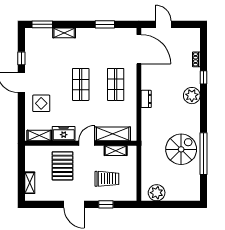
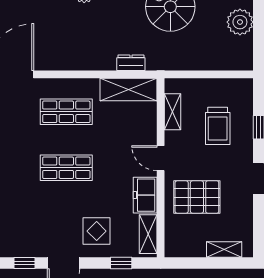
dresser: (146, 99) -> (131, 63), moved
window: (21, 119) -> (121, 263), added
shelving: (113, 134) -> (129, 89), moved, turned 90
trolley: (107, 179) -> (218, 126), turned 180
plant: (157, 193) -> (240, 22), moved

